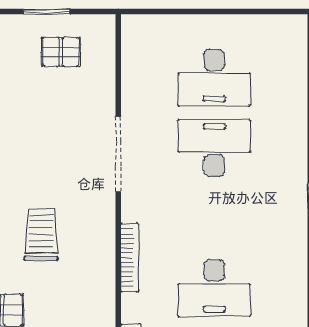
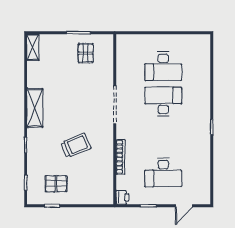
pallet: (61, 52) -> (86, 53), turned 90
trolley: (41, 235) -> (76, 145), turned 68

